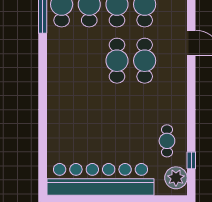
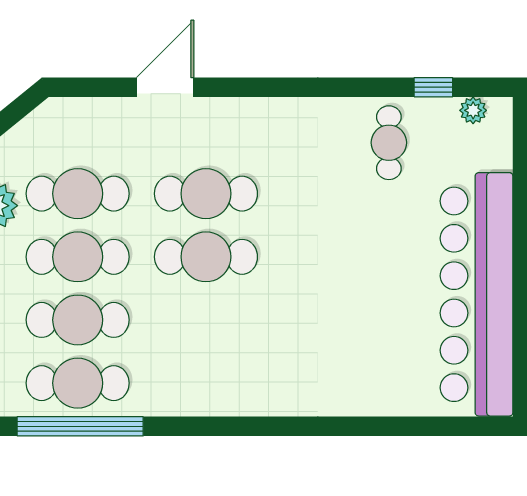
cafe table: (167, 141) -> (389, 143), turned 90
plant: (176, 178) -> (473, 110), width x0.53, depth x0.53

